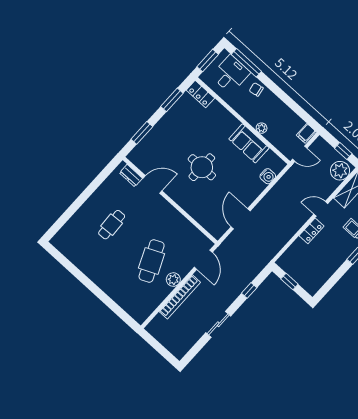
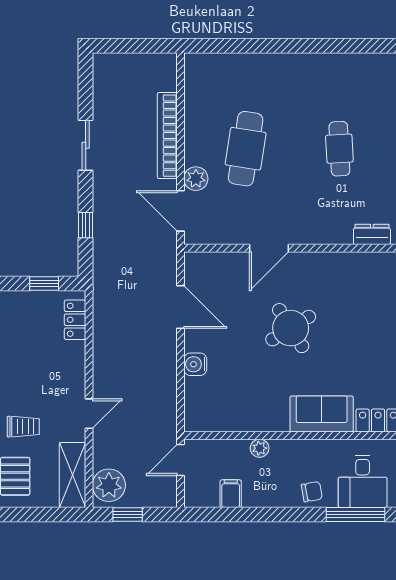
filing cabinet: (306, 133) -> (231, 494), moved
sofa: (249, 143) -> (322, 414), moved
round table: (202, 167) -> (291, 328), turned -32
water cooler: (268, 176) -> (195, 364), moved
door: (153, 185) -> (269, 248), moved
locker: (312, 231) -> (75, 320), moved
cafe table: (152, 261) -> (246, 149), turned 33
plant: (173, 280) -> (196, 179), moved

